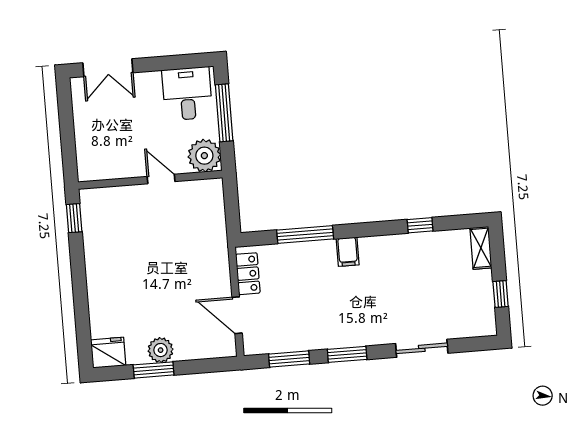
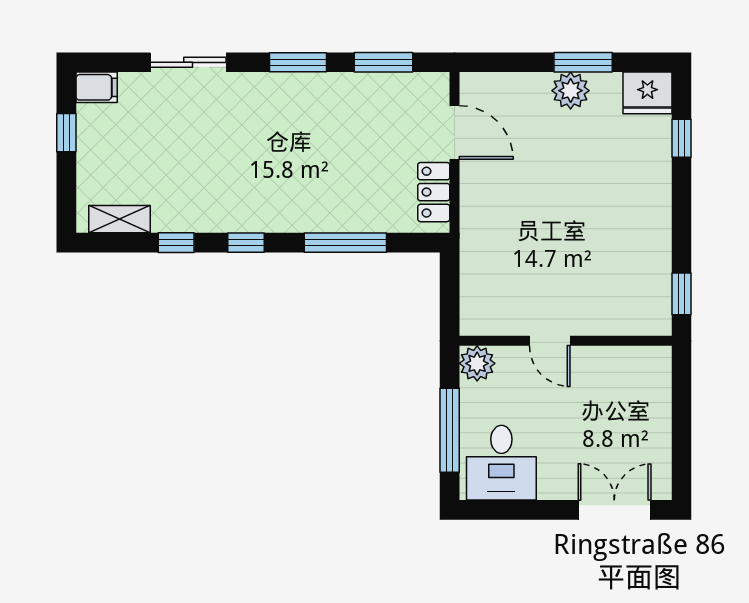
plant: (204, 156) -> (477, 363), width x0.73, depth x0.73
window: (373, 229) -> (246, 243), added
shelving: (481, 248) -> (120, 219), moved, turned 90
filing cabinet: (348, 252) -> (97, 87), moved, turned 90
window: (83, 324) -> (681, 138), added

